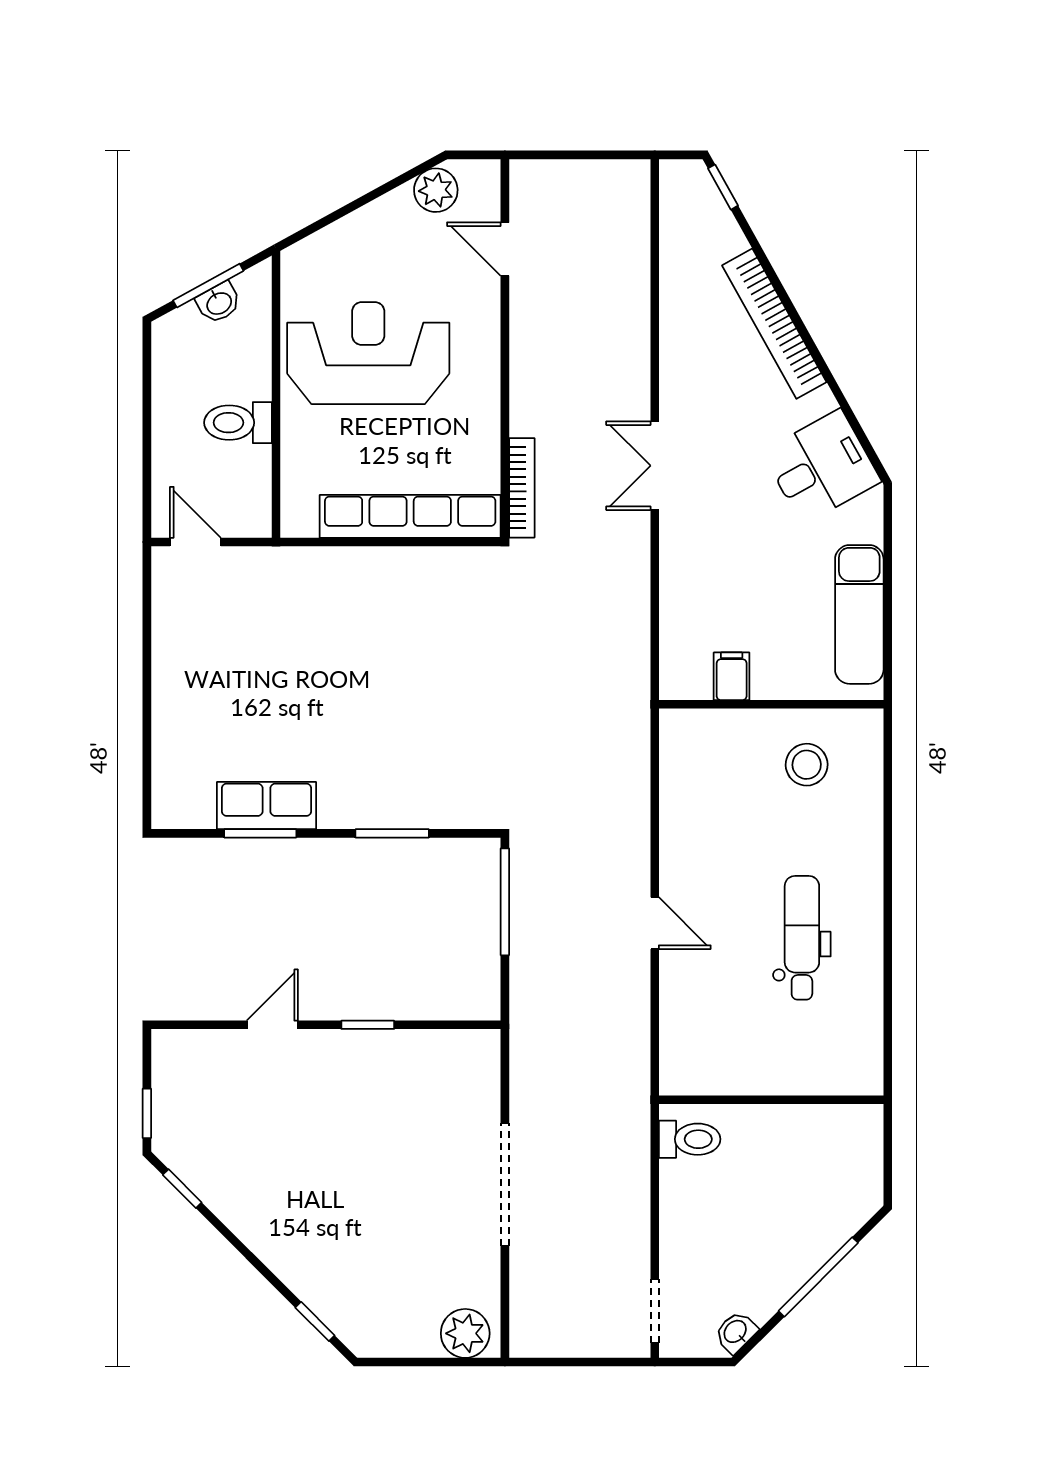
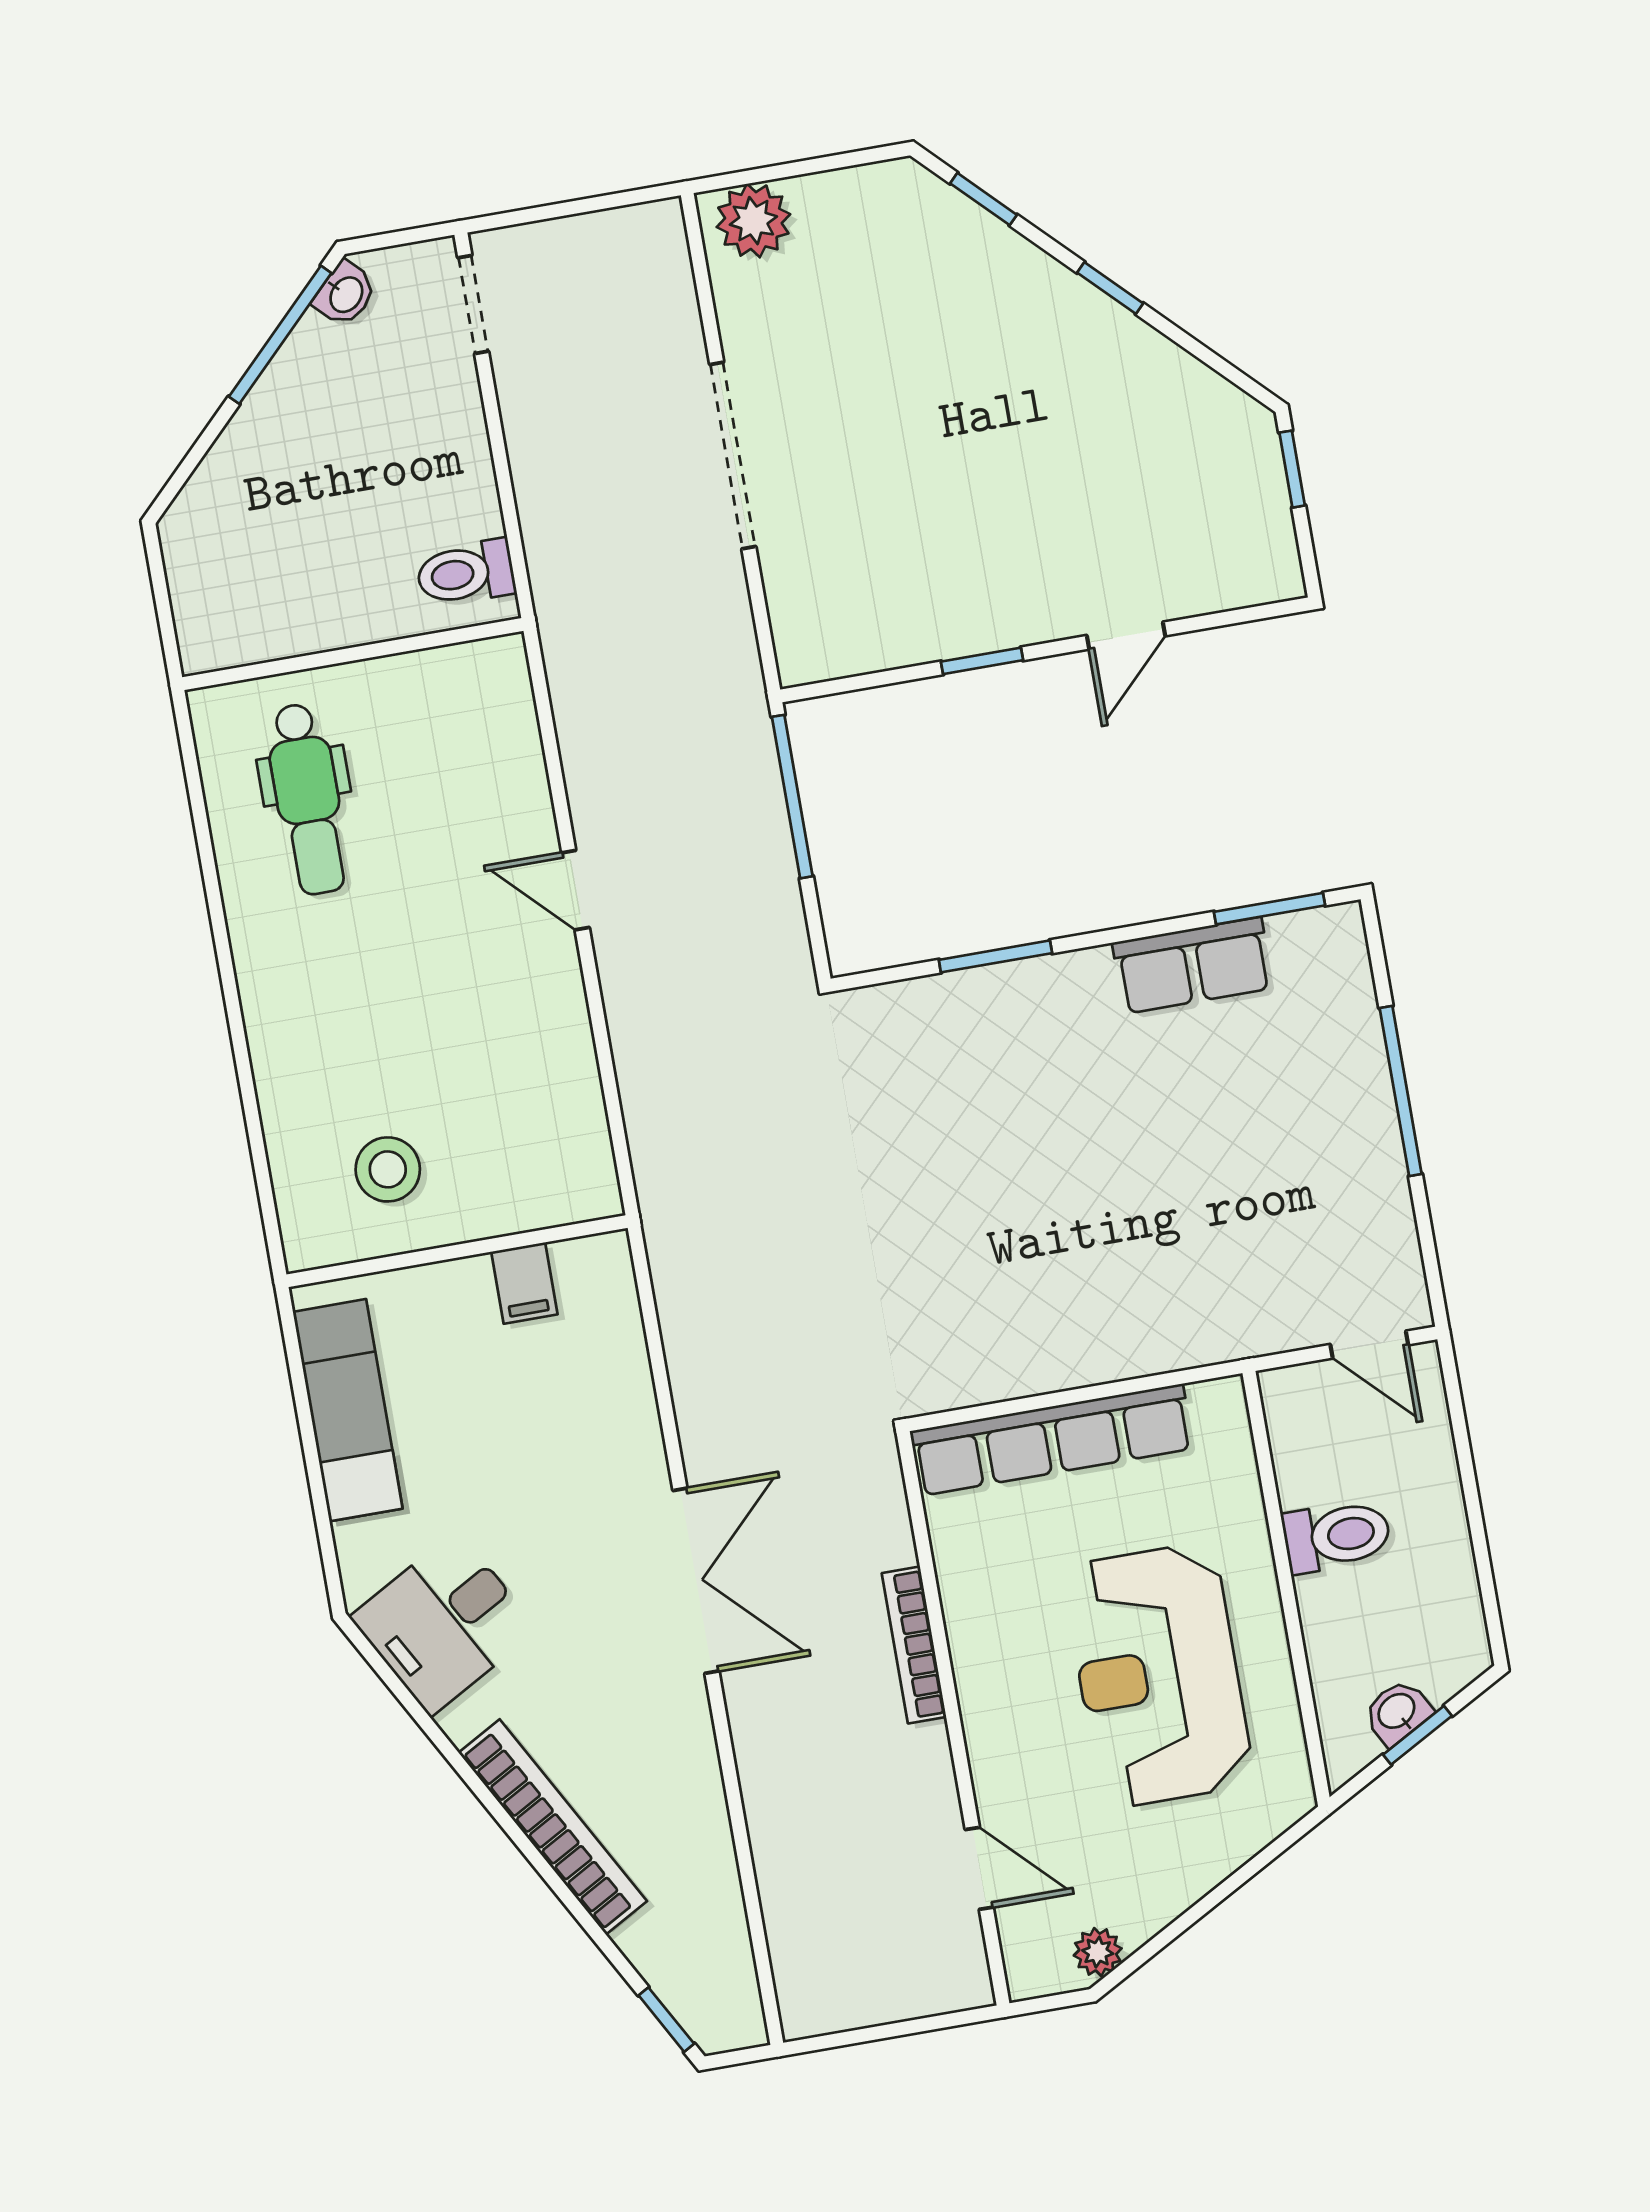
plant: (436, 190) -> (1098, 1952), width x0.73, depth x0.73
window: (208, 286) -> (1418, 1735), width x0.67
reception desk: (368, 353) -> (1158, 1675), turned 90
double door: (655, 466) -> (696, 1581), width x1.37
bookcase: (522, 488) -> (914, 1645), moved
window: (147, 701) -> (1401, 1091), added
window: (260, 833) -> (1269, 909), moved
window: (505, 902) -> (792, 797), moved
dental chair: (802, 938) -> (308, 799), moved
window: (182, 1189) -> (1110, 288), moved
window: (818, 1277) -> (280, 335), moved

